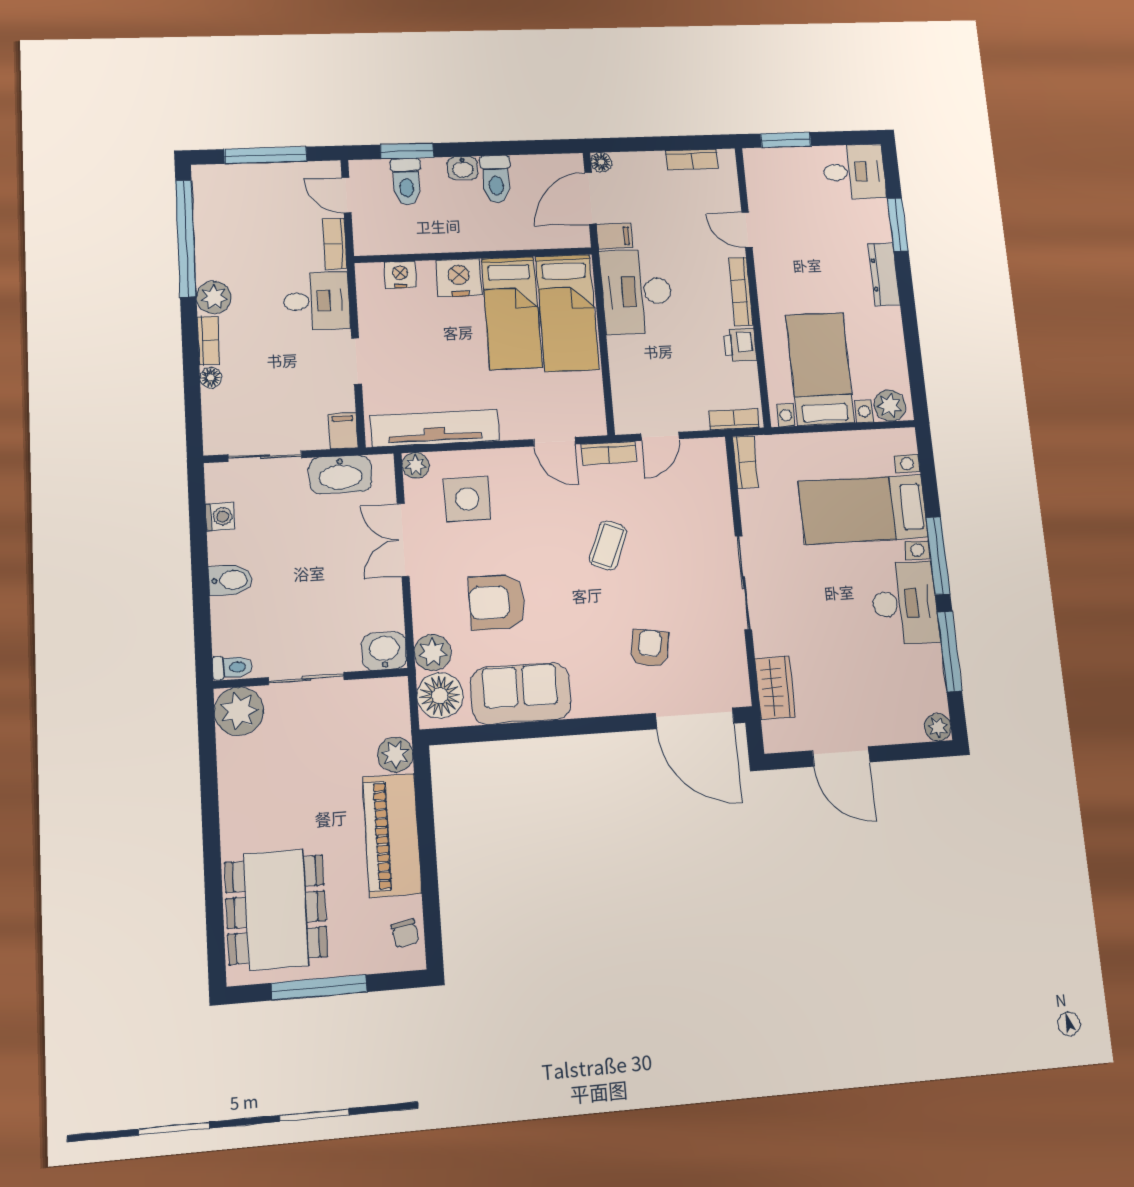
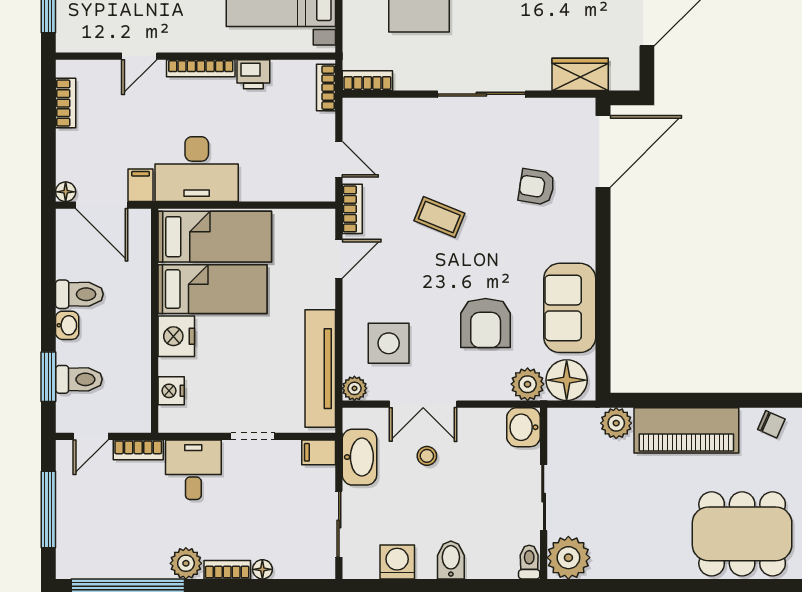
washing machine: (220, 517) -> (397, 562), width x1.38, depth x1.38
stool: (346, 547) -> (427, 456), added
chair: (405, 933) -> (771, 424), turned 34

